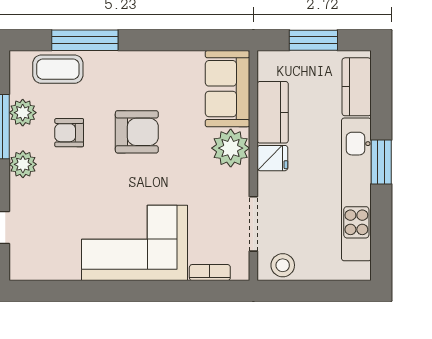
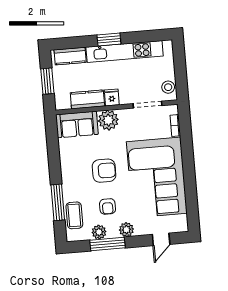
armchair: (137, 132) -> (104, 171), turned 90
corner sofa: (135, 243) -> (157, 178), width x1.36, depth x1.36

